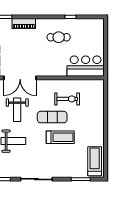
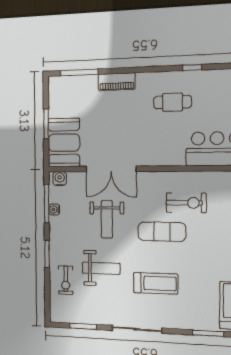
treadmill: (60, 137) -> (156, 283), moved

